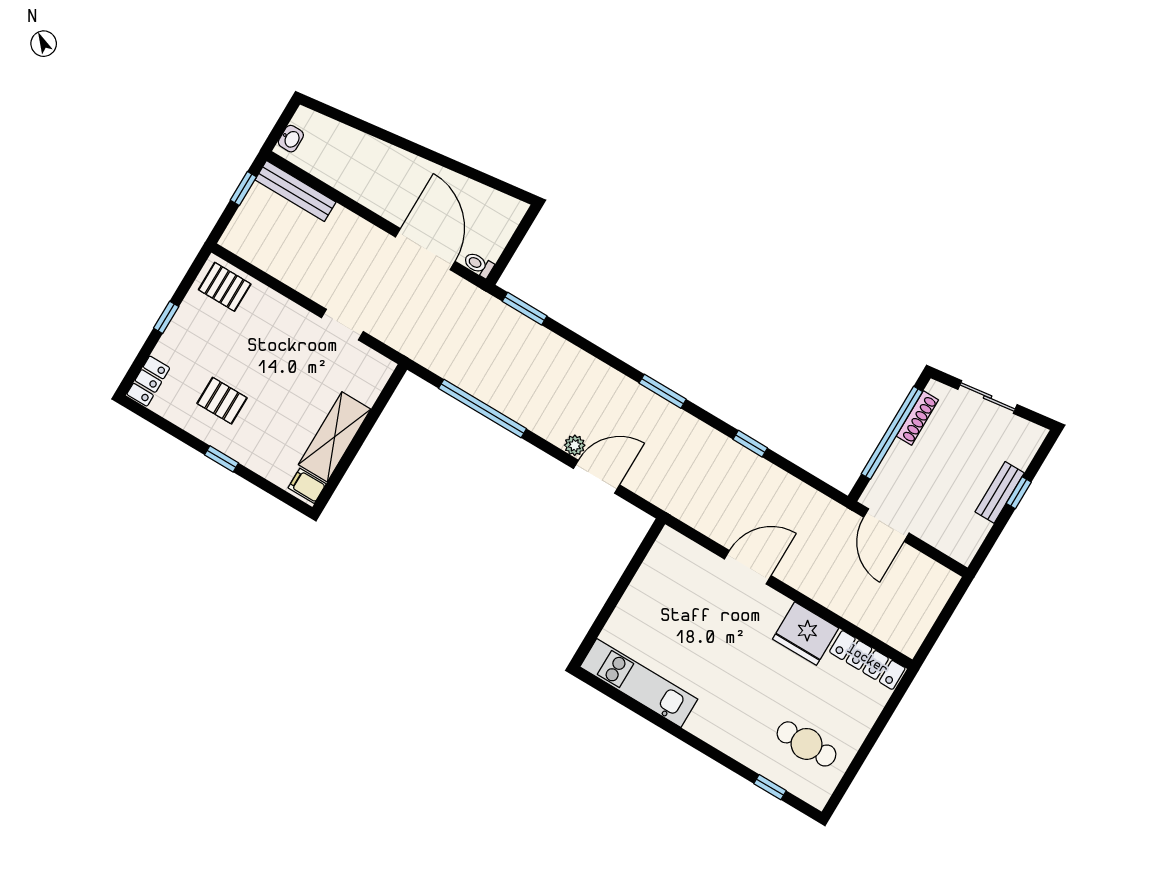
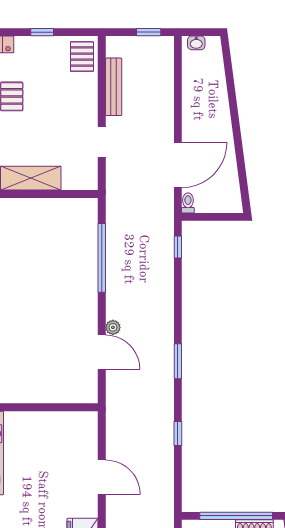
bench: (295, 191) -> (114, 87), moved
window: (525, 309) -> (178, 247), width x0.67

